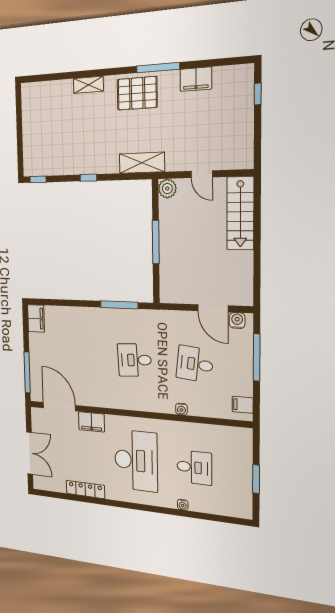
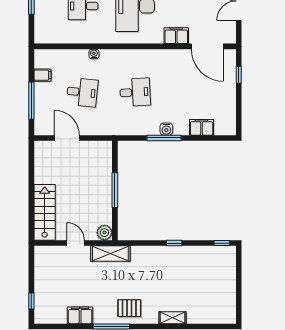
pallet: (137, 93) -> (129, 308), width x0.67, depth x0.71
shelving: (142, 163) -> (110, 253), moved
window: (119, 305) -> (164, 138), moved
filing cabinet: (36, 318) -> (202, 127), moved, turned 90
water cooler: (237, 320) -> (166, 129), moved
window: (27, 372) -> (239, 75), width x0.46
filing cabinet: (243, 405) -> (42, 75), moved

